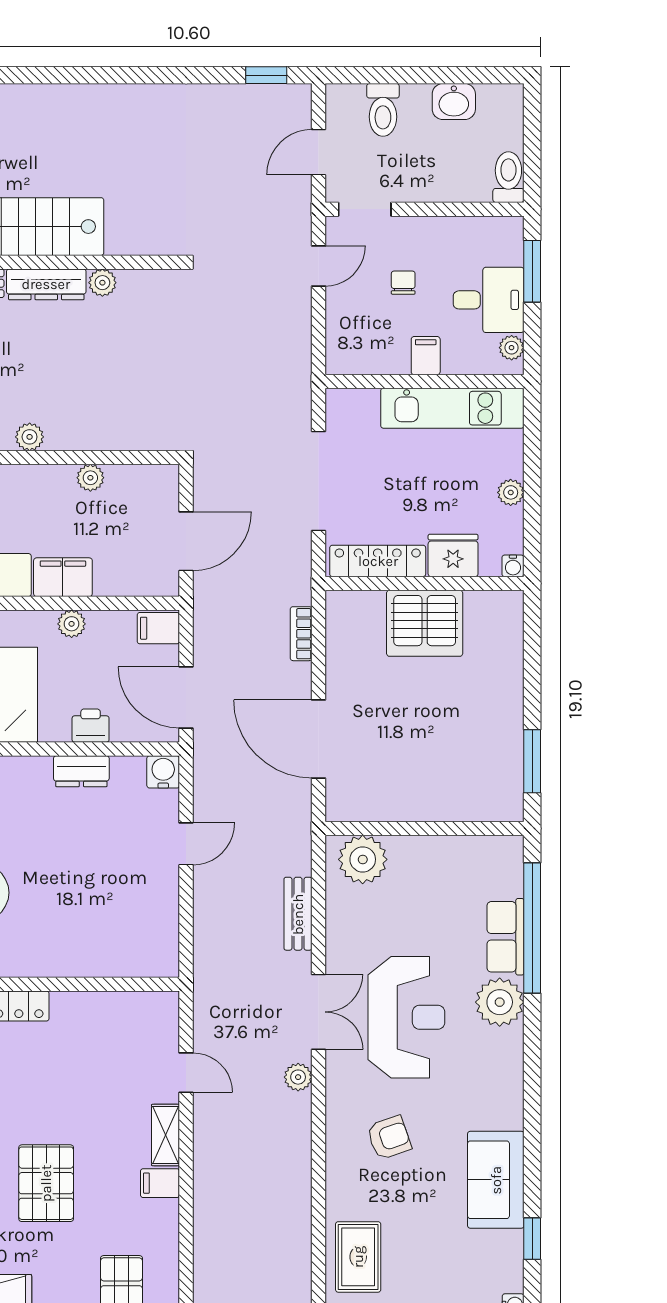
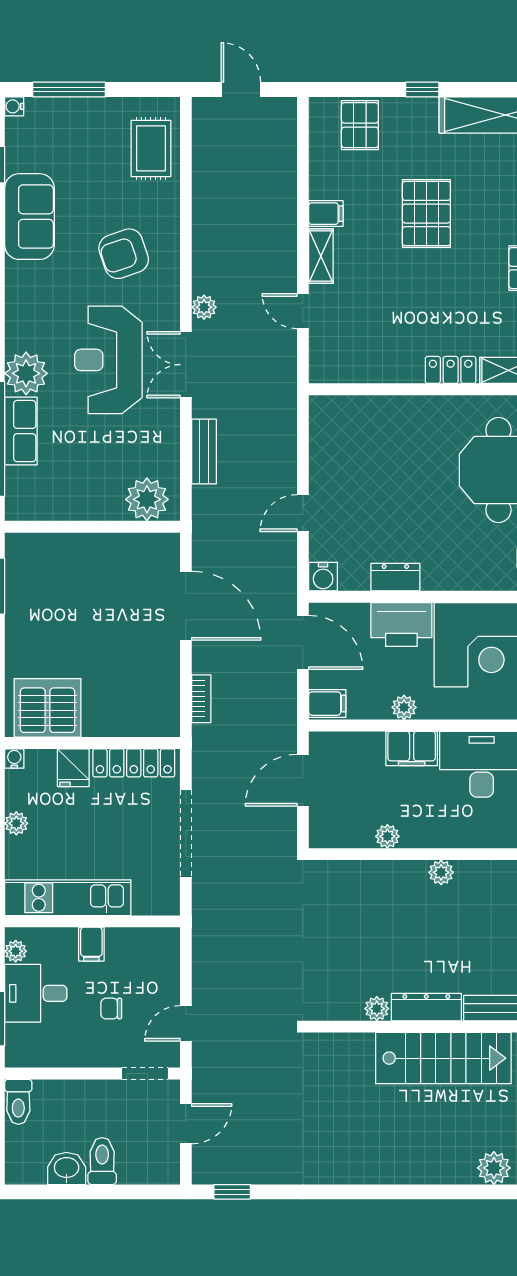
toilet: (383, 110) -> (102, 1161), moved
chair: (403, 283) -> (111, 1009), turned 90
fridge: (453, 555) -> (73, 768), width x0.72
server rack: (425, 623) -> (48, 708), moved
printer: (91, 726) -> (401, 625), width x1.87, depth x1.48
armchair: (389, 1138) -> (124, 254), width x1.38, depth x1.38

